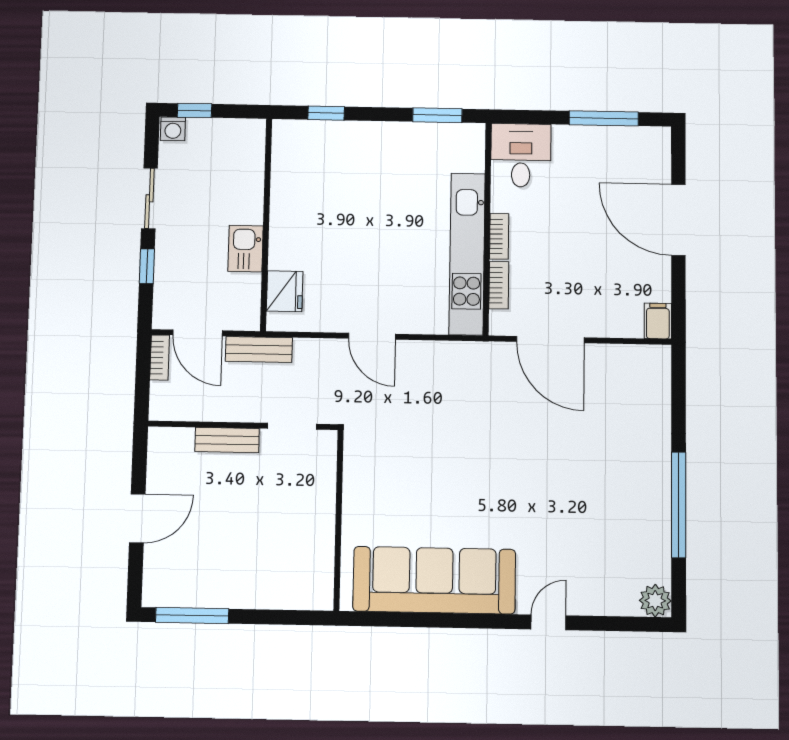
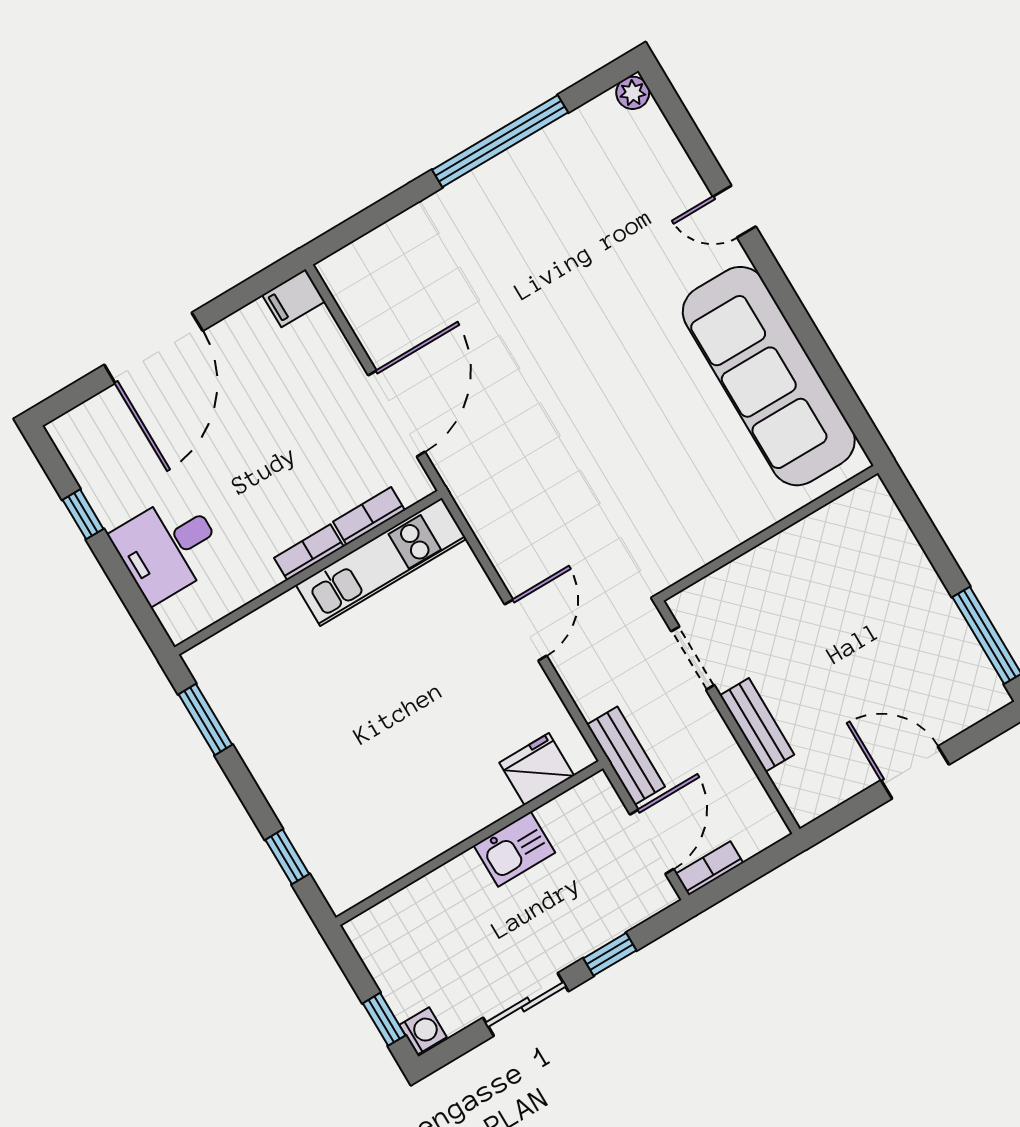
window: (604, 118) -> (83, 514), width x0.46
desk: (521, 155) -> (168, 547), moved
kitchen unit: (467, 254) -> (381, 562), width x0.73
plant: (655, 601) -> (633, 93), width x0.73, depth x0.73

